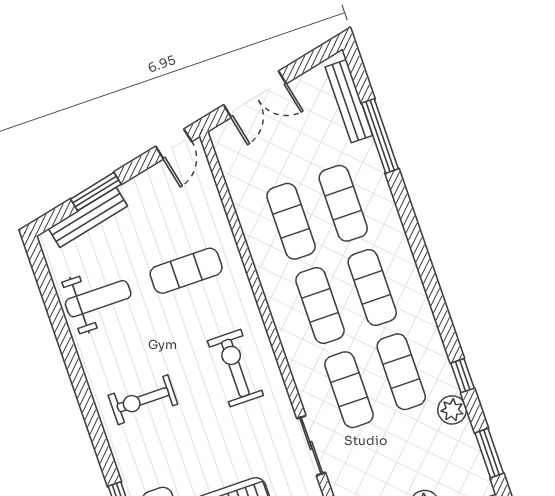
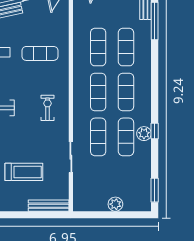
exercise bike: (235, 368) -> (48, 108), width x0.73, depth x0.72
window: (463, 376) -> (155, 131), moved
plant: (452, 410) -> (144, 134), moved

